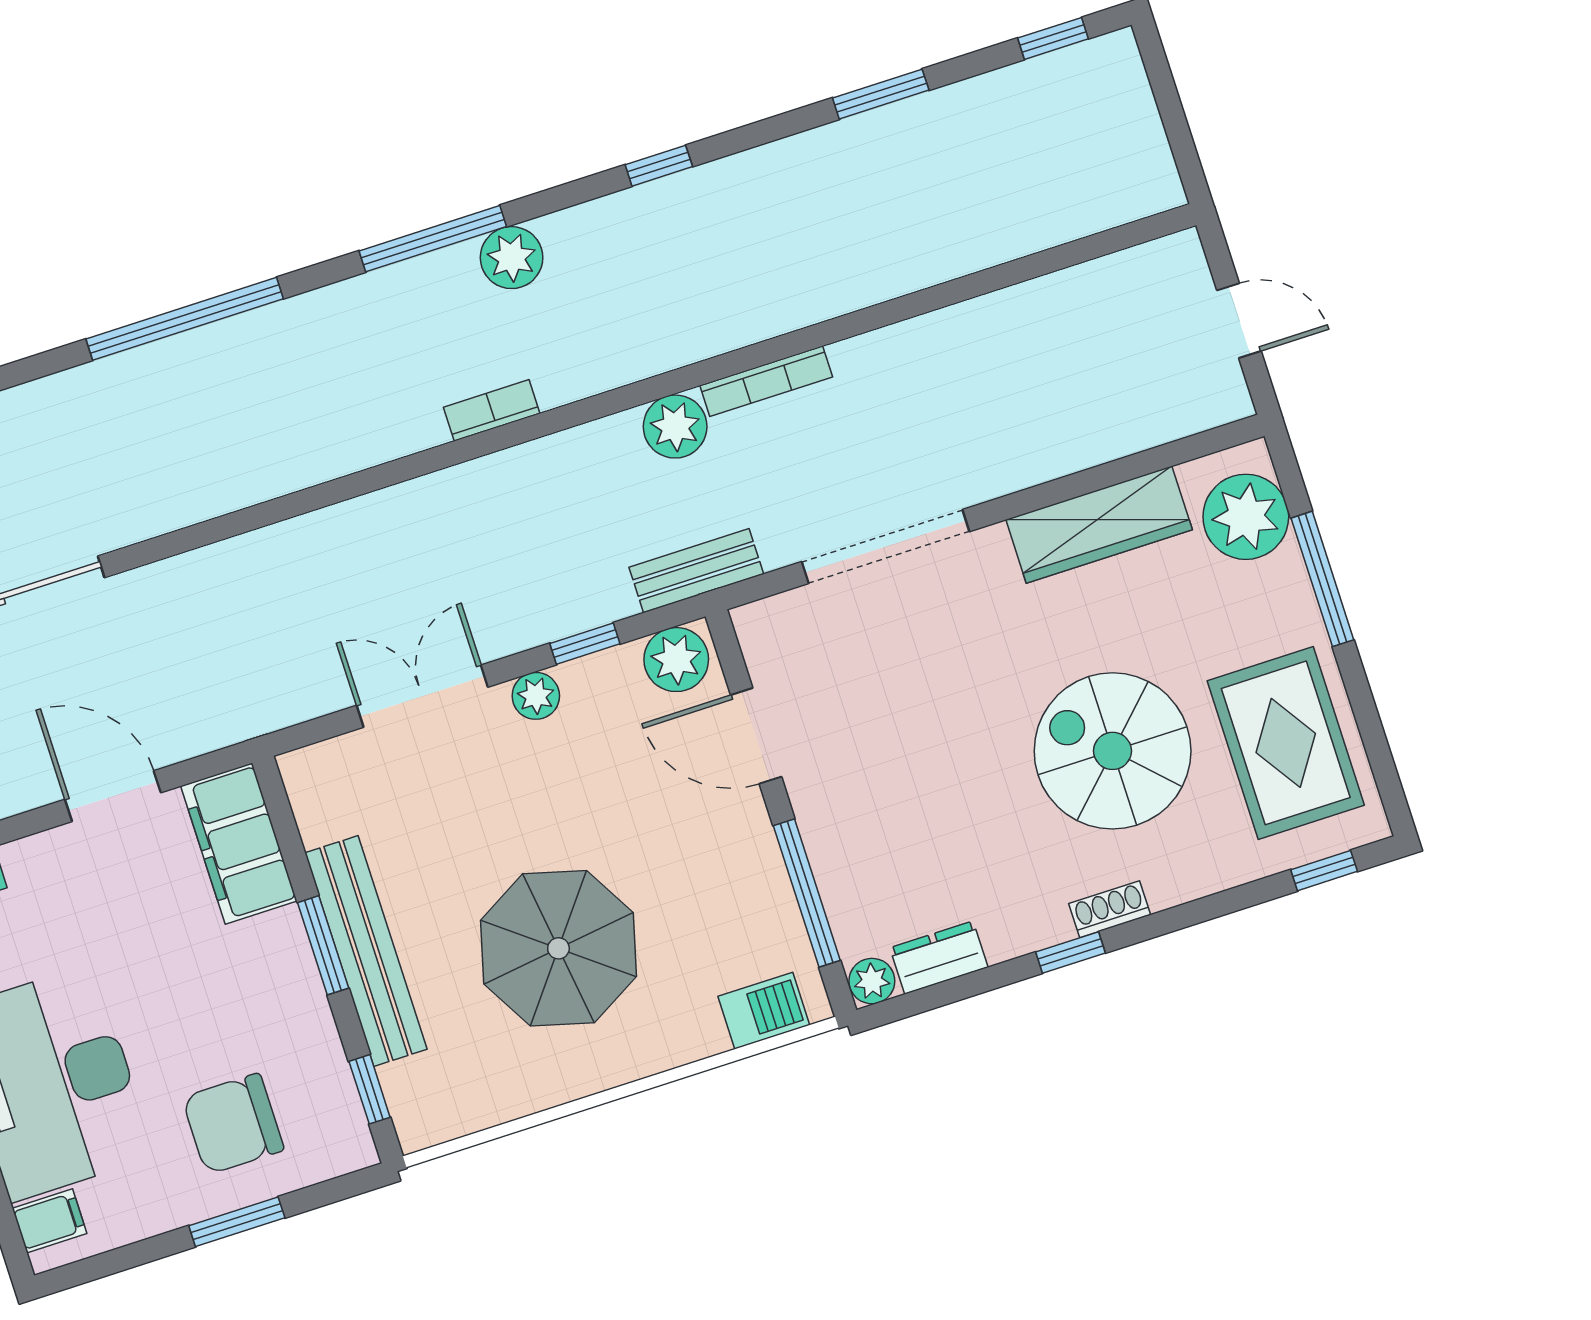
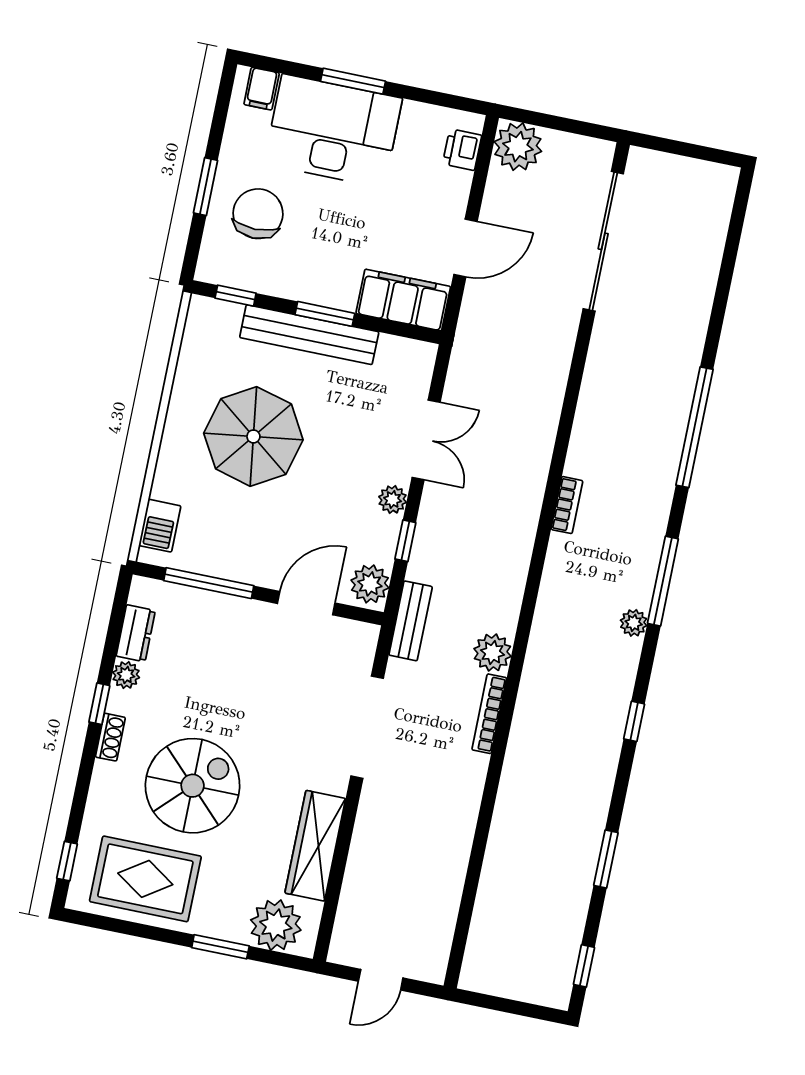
plant: (512, 258) -> (634, 623), width x0.73, depth x0.73
bookcase: (492, 410) -> (567, 505), moved
window: (1322, 579) -> (220, 947), width x0.69
plant: (872, 981) -> (126, 675), moved

